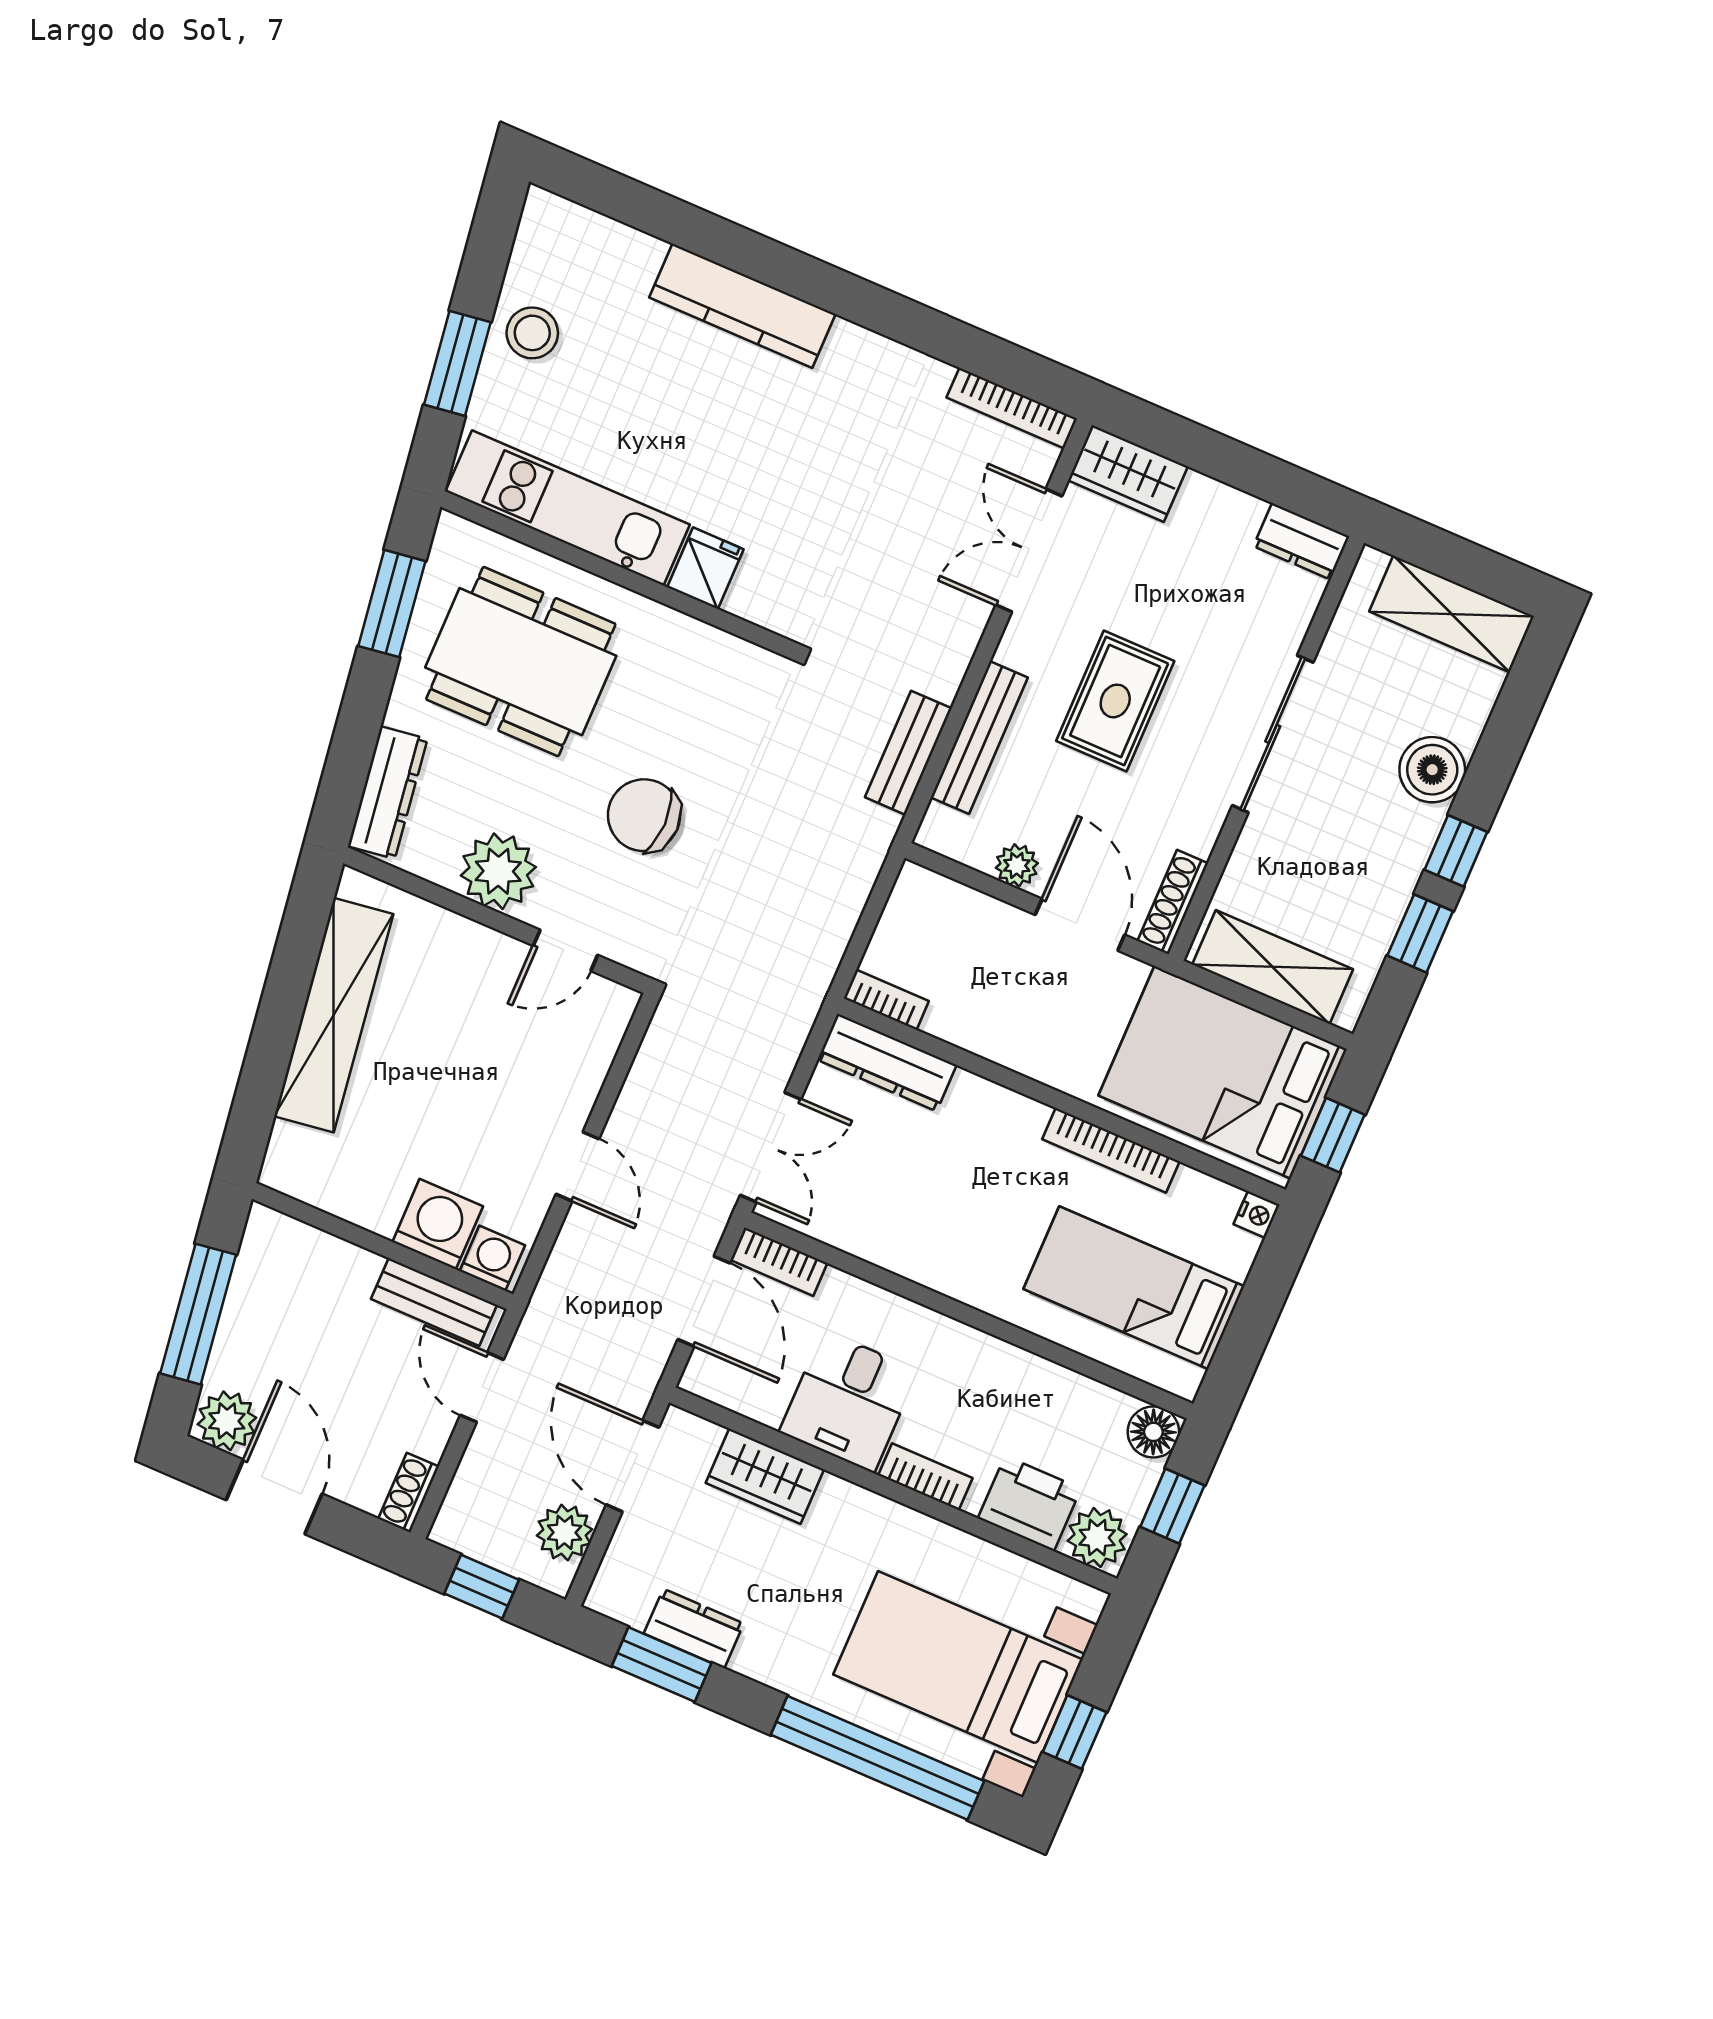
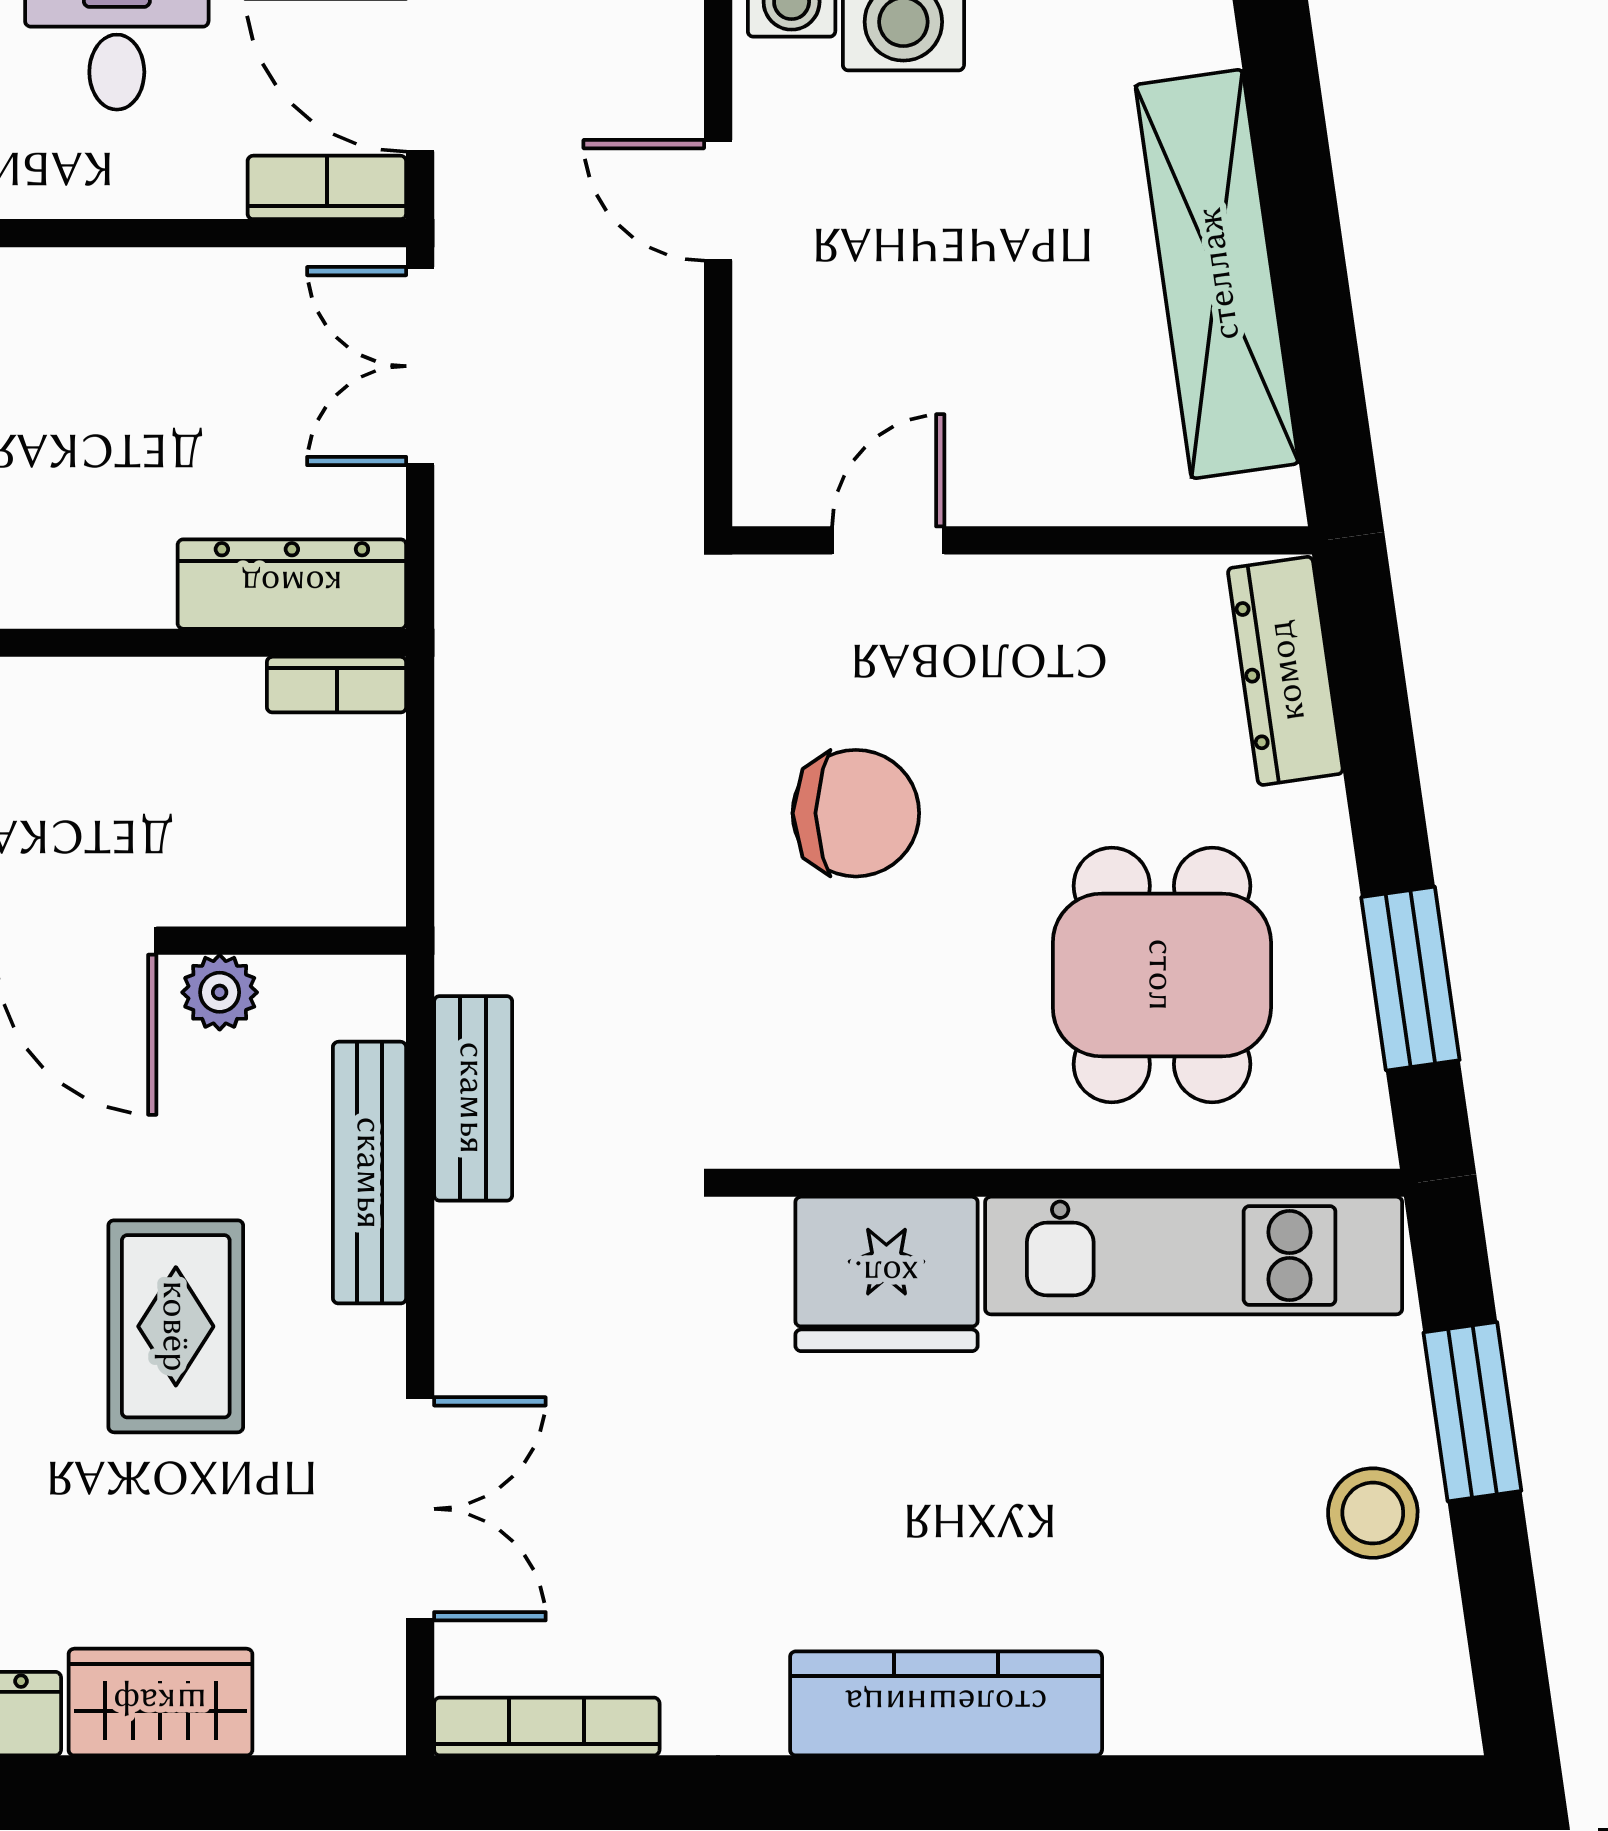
kitchen counter: (742, 306) -> (946, 1703), moved
wardrobe: (1128, 473) -> (160, 1702), moved
fridge: (705, 568) -> (886, 1274), width x1.88, depth x1.34
dining table: (521, 662) -> (1162, 975), width x0.73
plant: (498, 871) -> (1052, 621), removed

